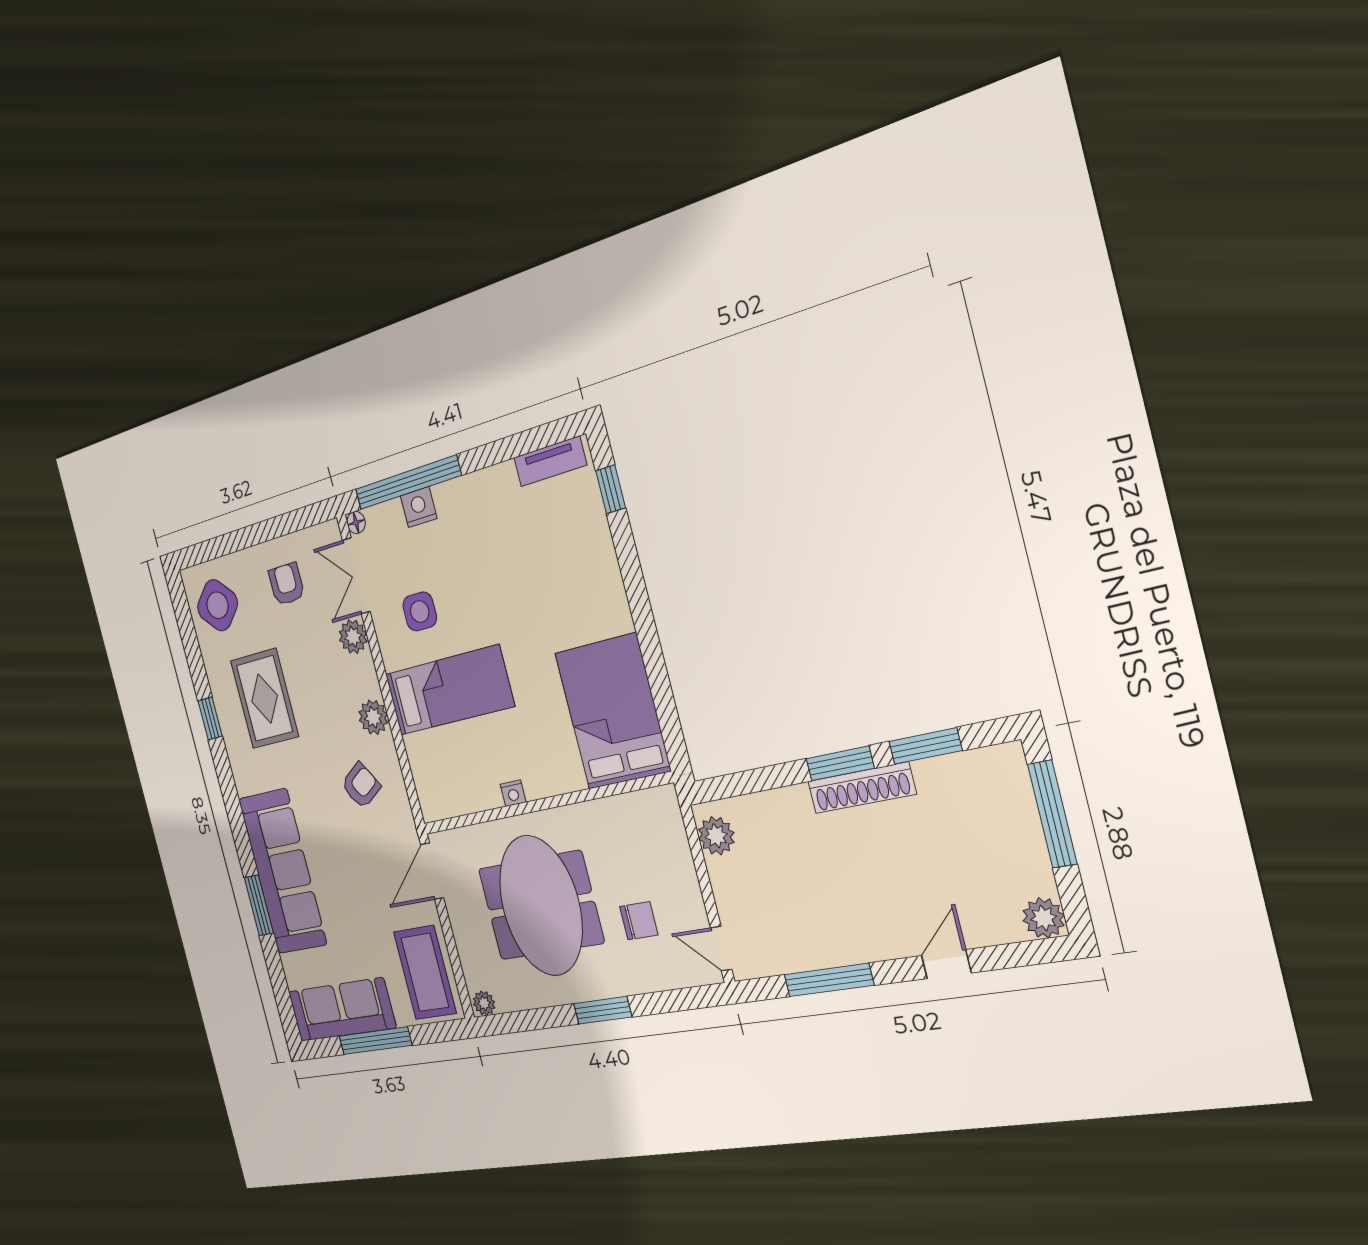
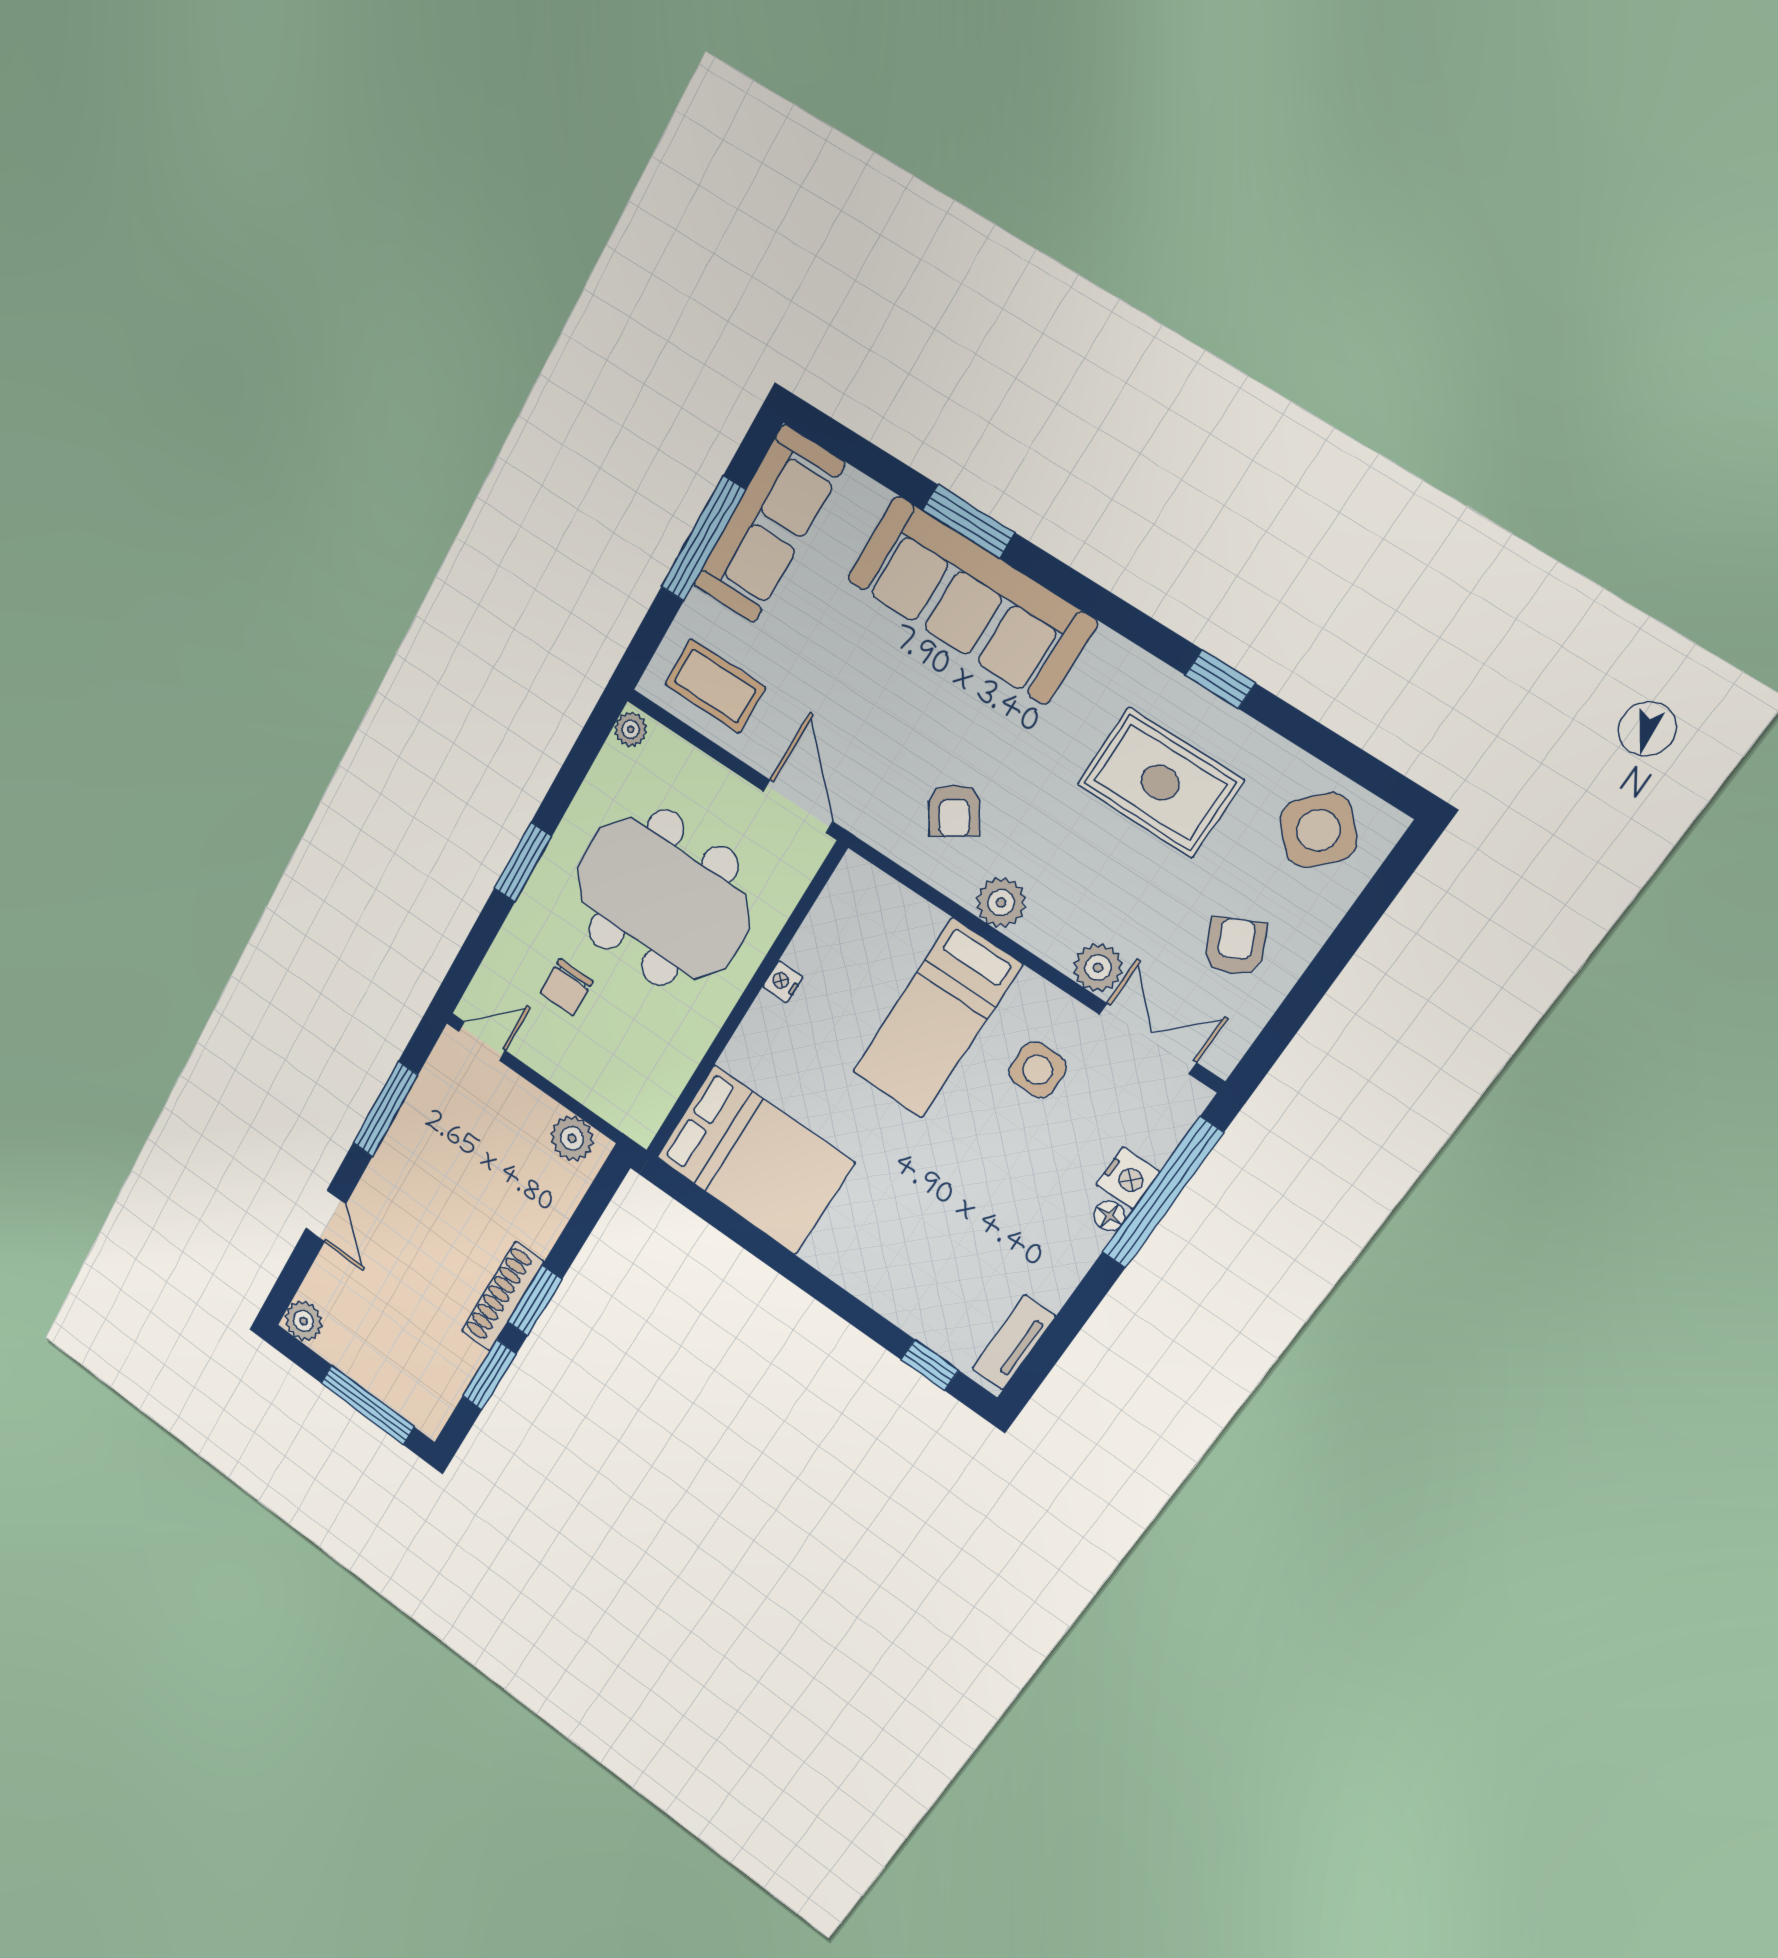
floor lamp: (356, 522) -> (1109, 1216), moved
armchair: (287, 584) -> (1235, 946), turned -116
coffee table: (425, 972) -> (715, 686), width x0.73, depth x0.76

